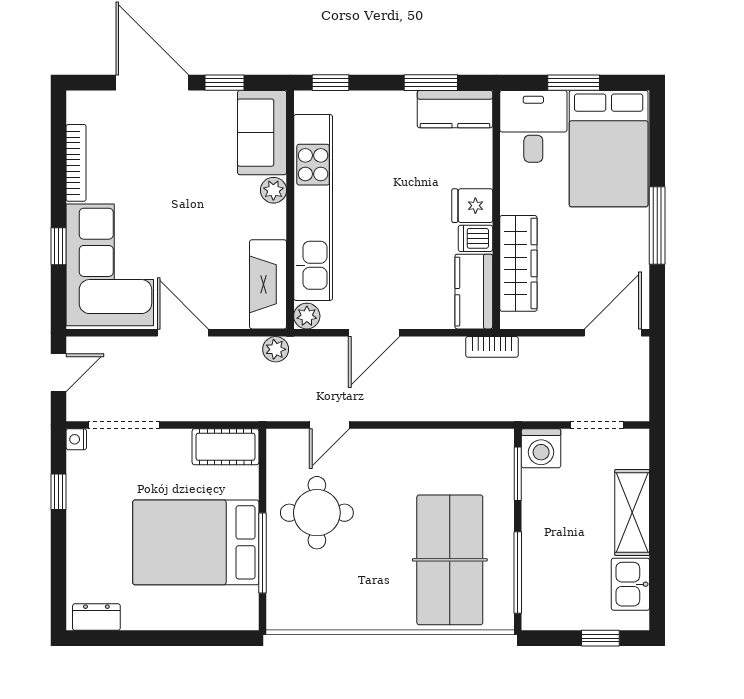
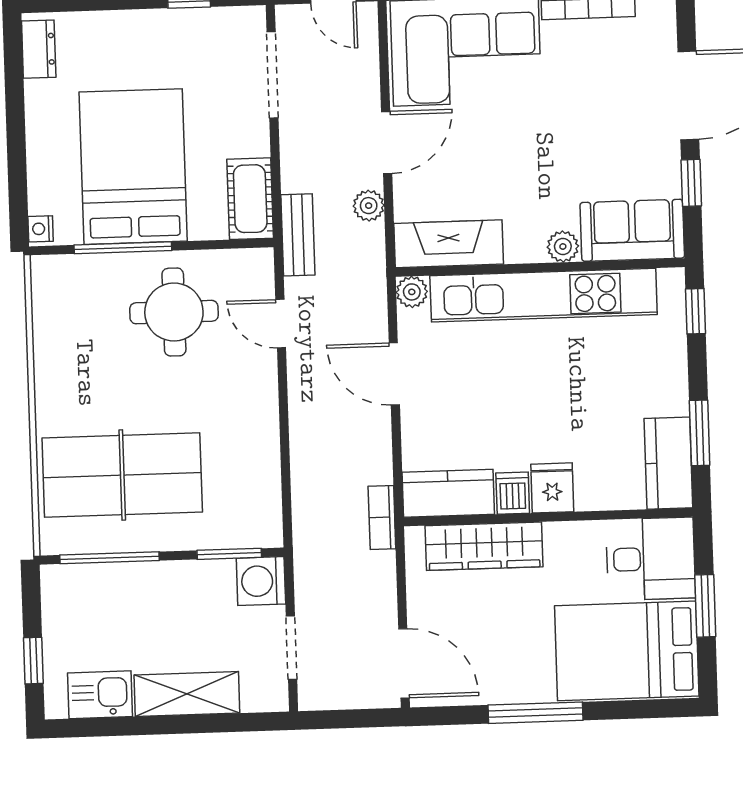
plant: (276, 349) -> (369, 206), moved
bench: (257, 408) -> (298, 235), added
nightstand: (76, 439) -> (41, 229), moved, turned -90

